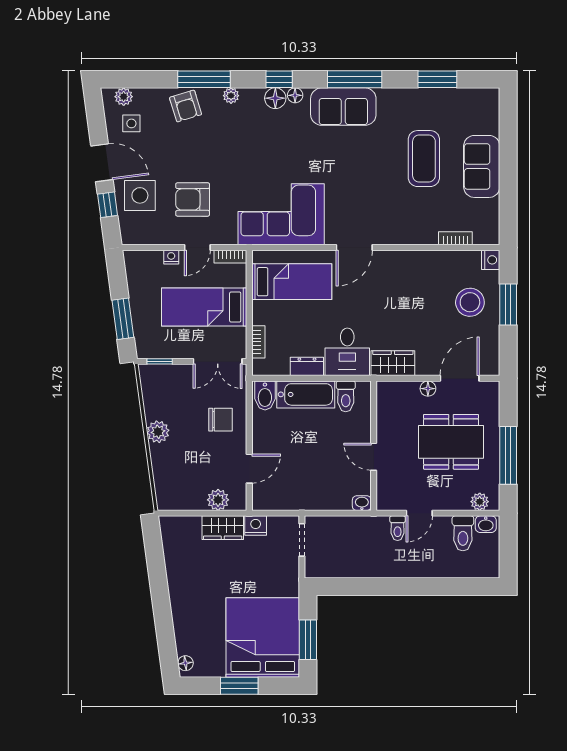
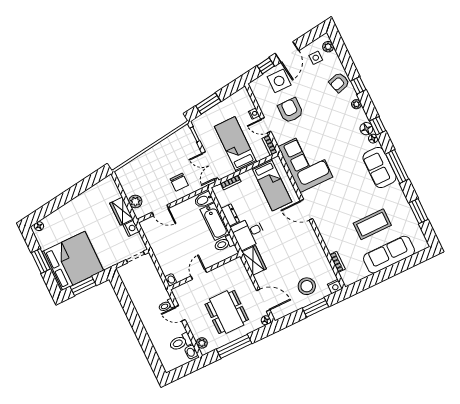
window: (204, 79) -> (358, 85), width x0.46
sofa: (482, 166) -> (389, 255), width x1.36
floor lamp: (428, 389) -> (266, 320), moved
plant: (158, 432) -> (157, 152), removed

